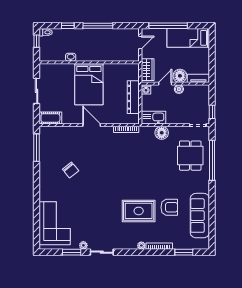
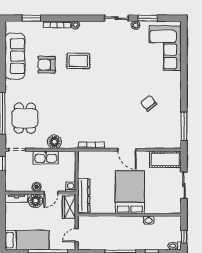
dresser: (133, 97) -> (84, 196), moved
cot: (50, 118) -> (165, 159), width x1.37, depth x1.34
kitchen sink: (153, 118) -> (46, 157), moved
rug: (139, 211) -> (78, 61), width x0.73, depth x0.70

